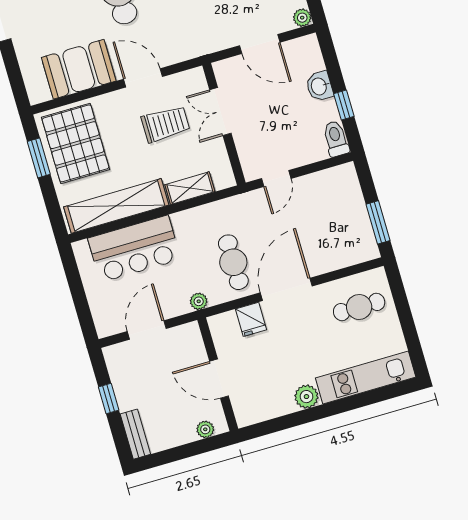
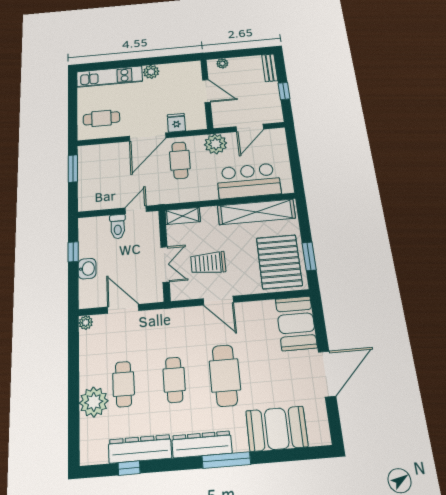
booth: (79, 69) -> (296, 323), moved, turned 90
toilet: (336, 139) -> (118, 226), moved
shelving: (190, 188) -> (183, 216), moved
plant: (199, 301) -> (216, 144), width x1.88, depth x1.88

